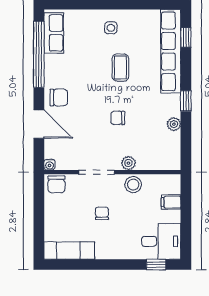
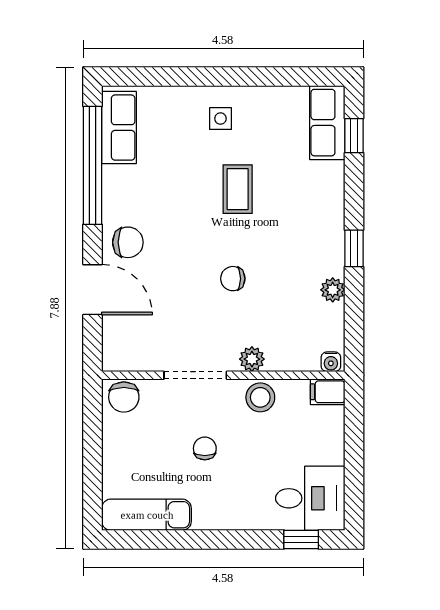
row of seats: (171, 51) -> (327, 123), width x0.50
water cooler: (50, 165) -> (331, 362), moved
filing cabinet: (171, 202) -> (328, 392), moved

